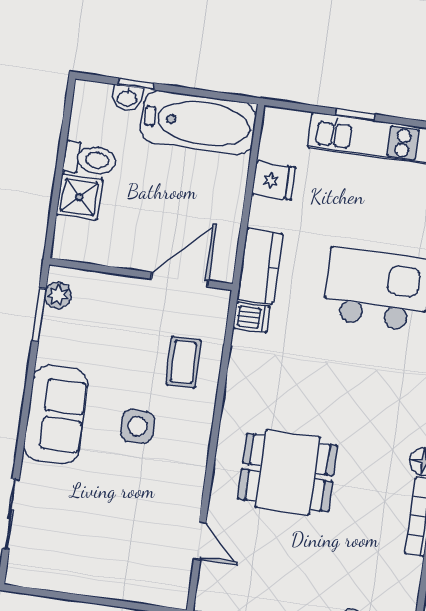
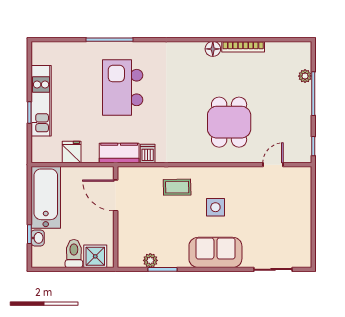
wall: (141, 274) -> (116, 217), moved
door: (180, 280) -> (116, 195), moved

